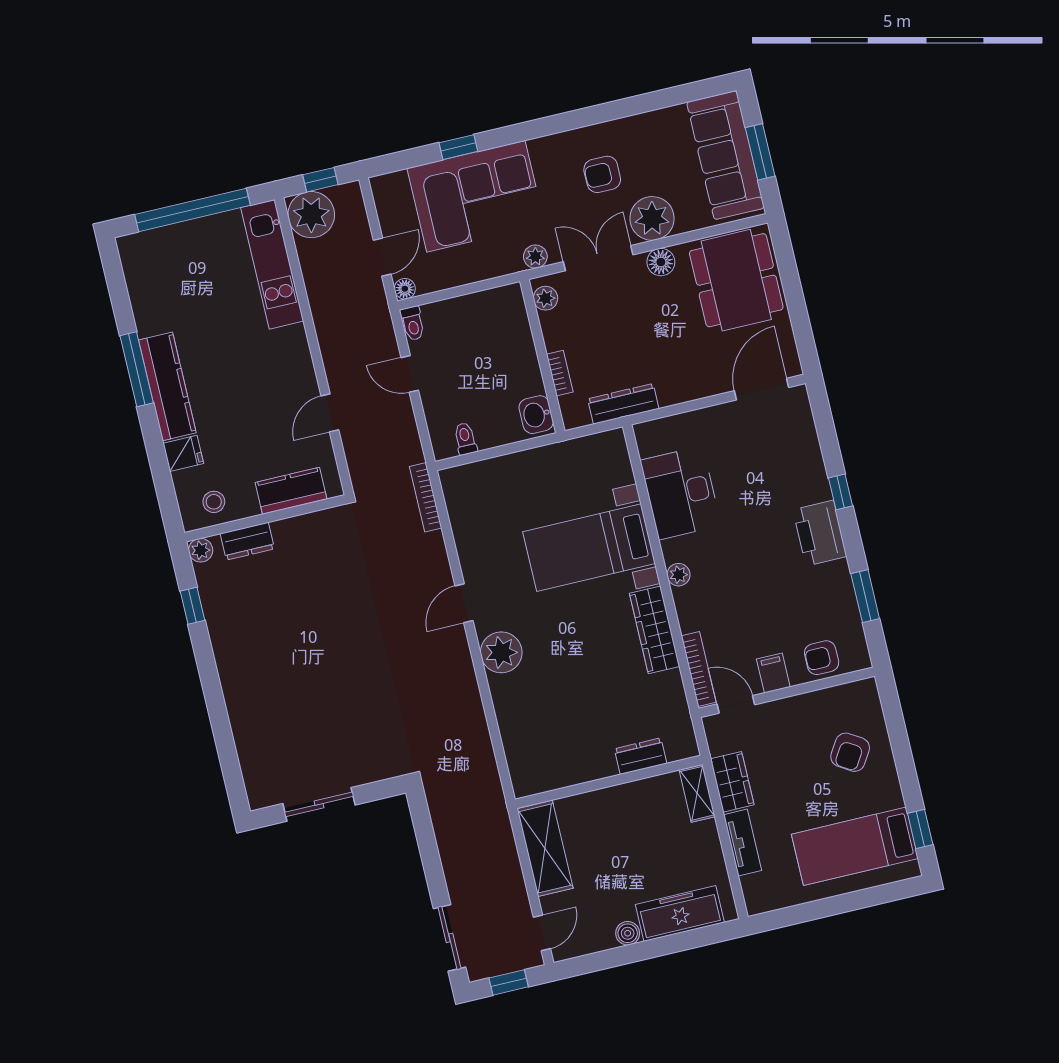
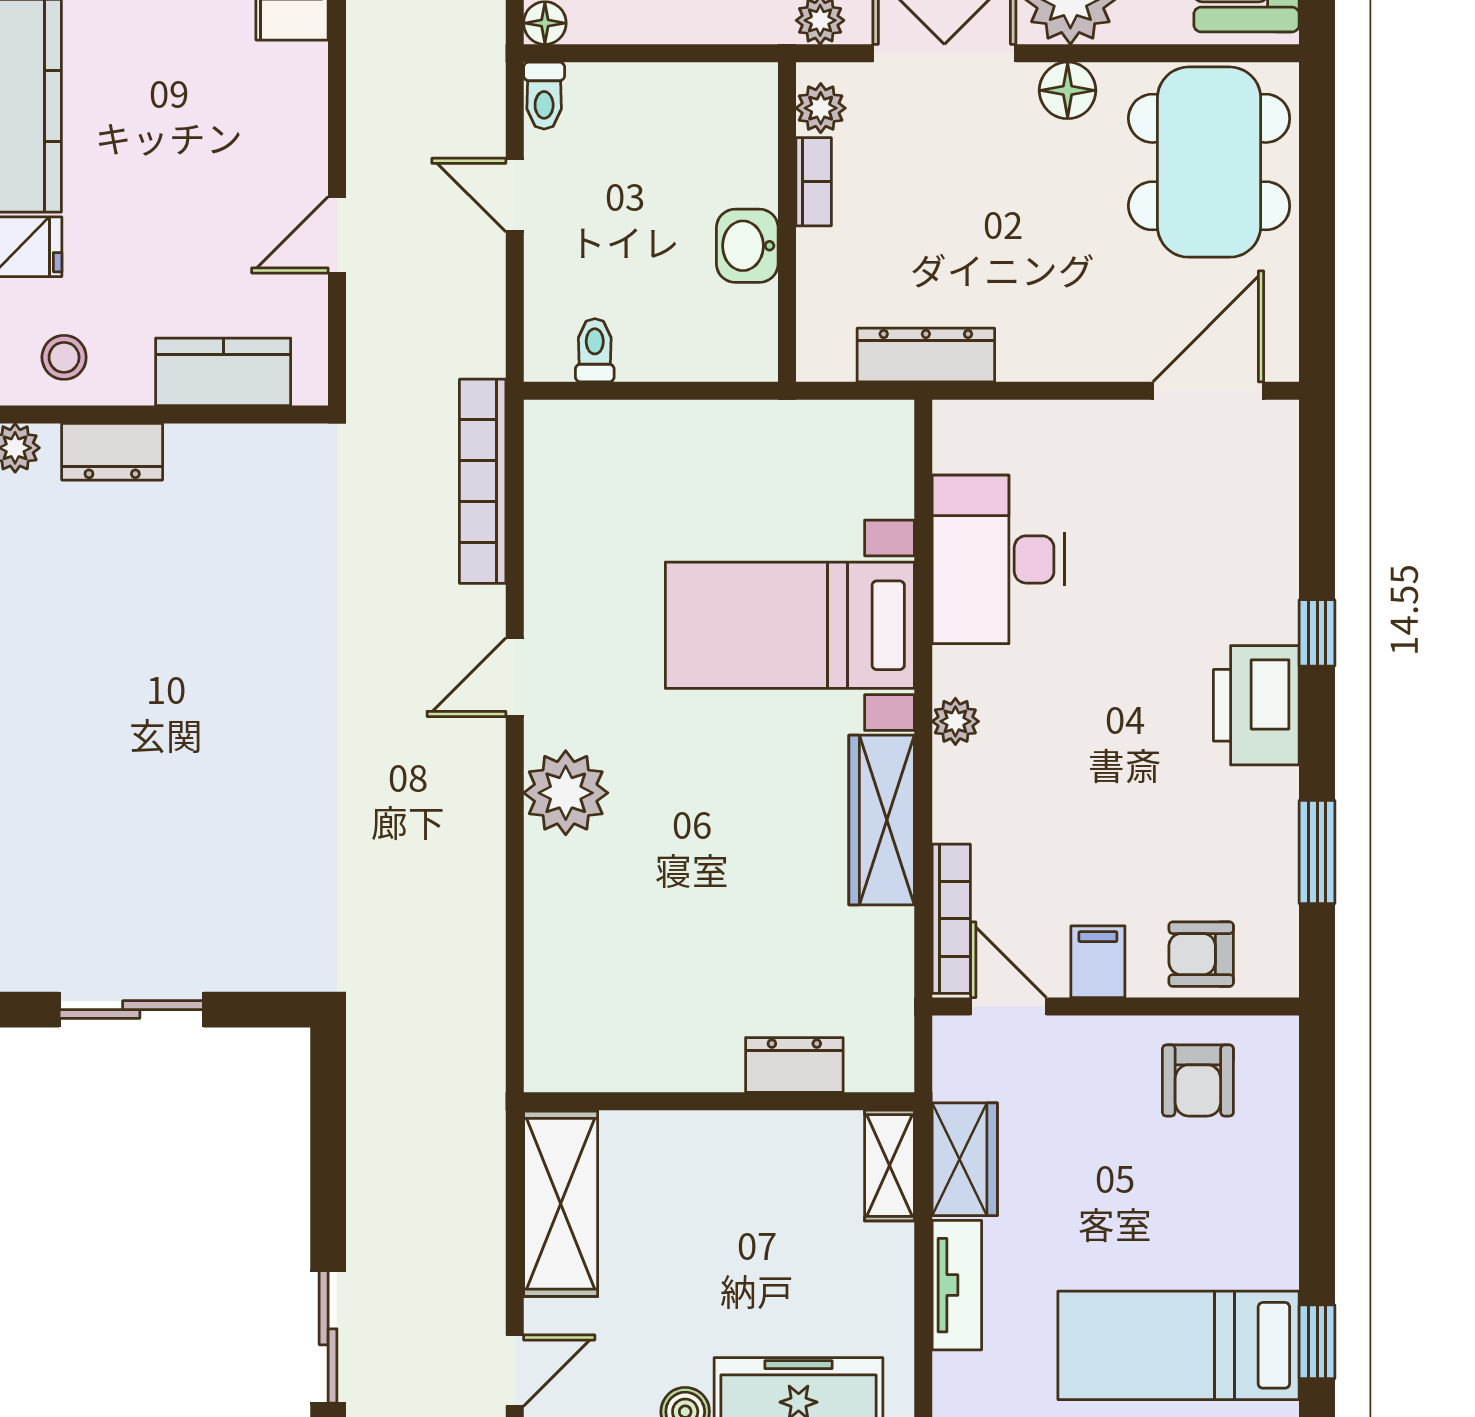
bookcase: (560, 373) -> (814, 182), moved
washbasin: (536, 415) -> (747, 246), moved
bookcase: (426, 497) -> (483, 481), width x1.48, depth x1.31
armchair: (850, 752) -> (1198, 1080), moved, turned -32

